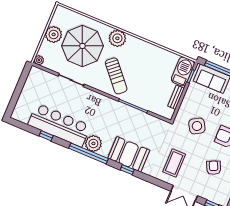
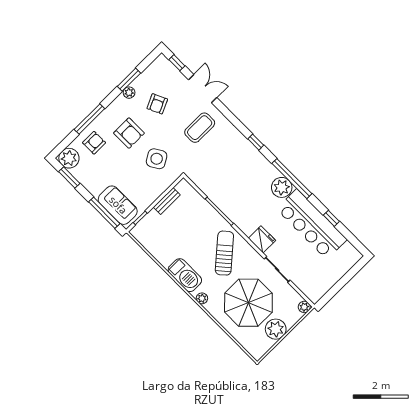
plant: (117, 38) -> (202, 298), width x0.53, depth x0.53
barbecue: (183, 72) -> (185, 275), moved, turned -90
fridge: (92, 98) -> (262, 239), added
booth: (129, 154) -> (247, 159), removed

